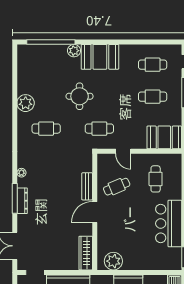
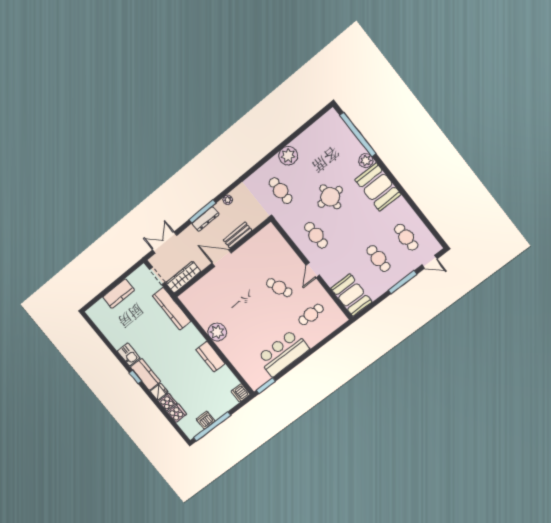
bench: (87, 186) -> (237, 235), moved
door: (95, 212) -> (222, 258), moved
wall: (95, 212) -> (222, 258), moved
wardrobe: (86, 253) -> (183, 277), moved

